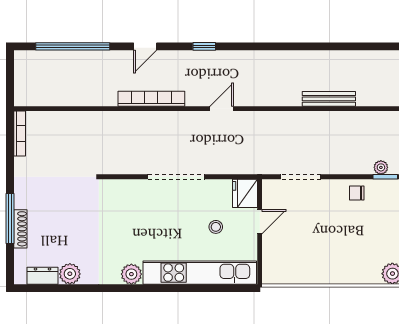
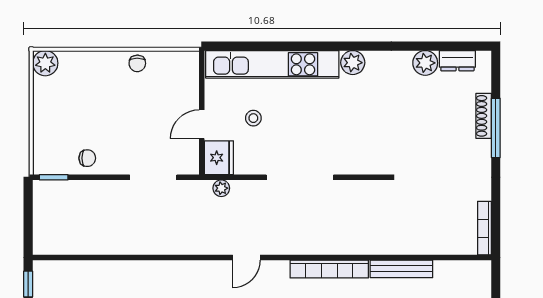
bench: (329, 99) -> (401, 269), moved
plant: (381, 167) -> (221, 188), moved
chair: (314, 273) -> (137, 63), added

